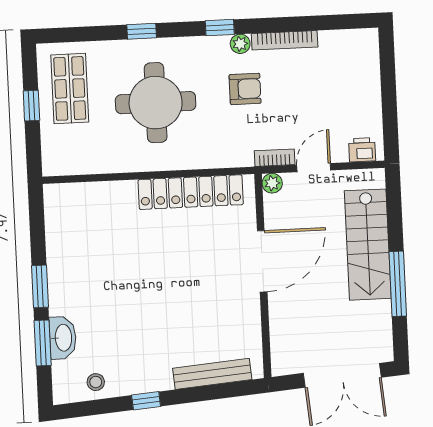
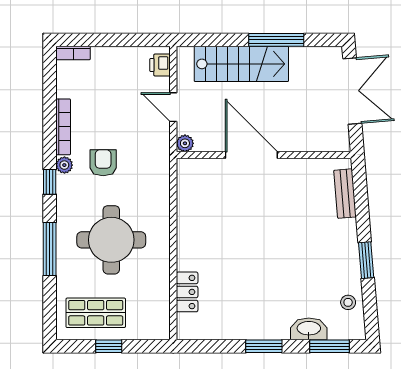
window: (142, 31) -> (50, 249), width x2.17
bookcase: (275, 158) -> (73, 53), moved, turned -90
locker: (191, 192) -> (187, 292), moved, width x0.46, depth x0.83
window: (43, 343) -> (330, 346), moved
bench: (212, 374) -> (345, 194), width x0.73
window: (146, 401) -> (366, 260), width x1.50

